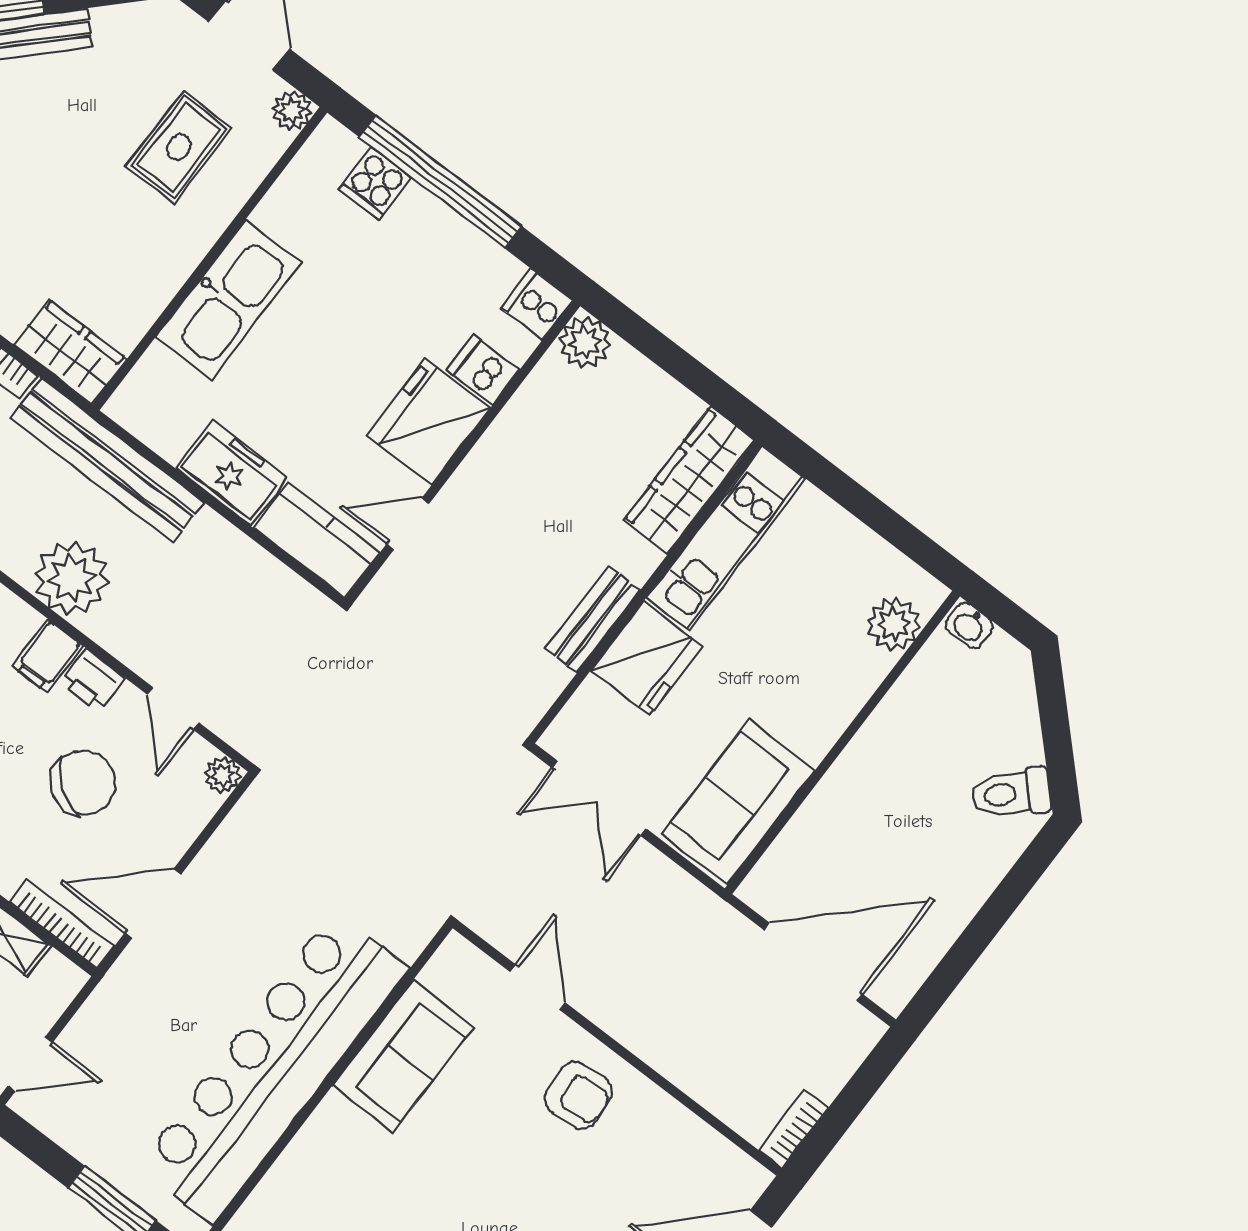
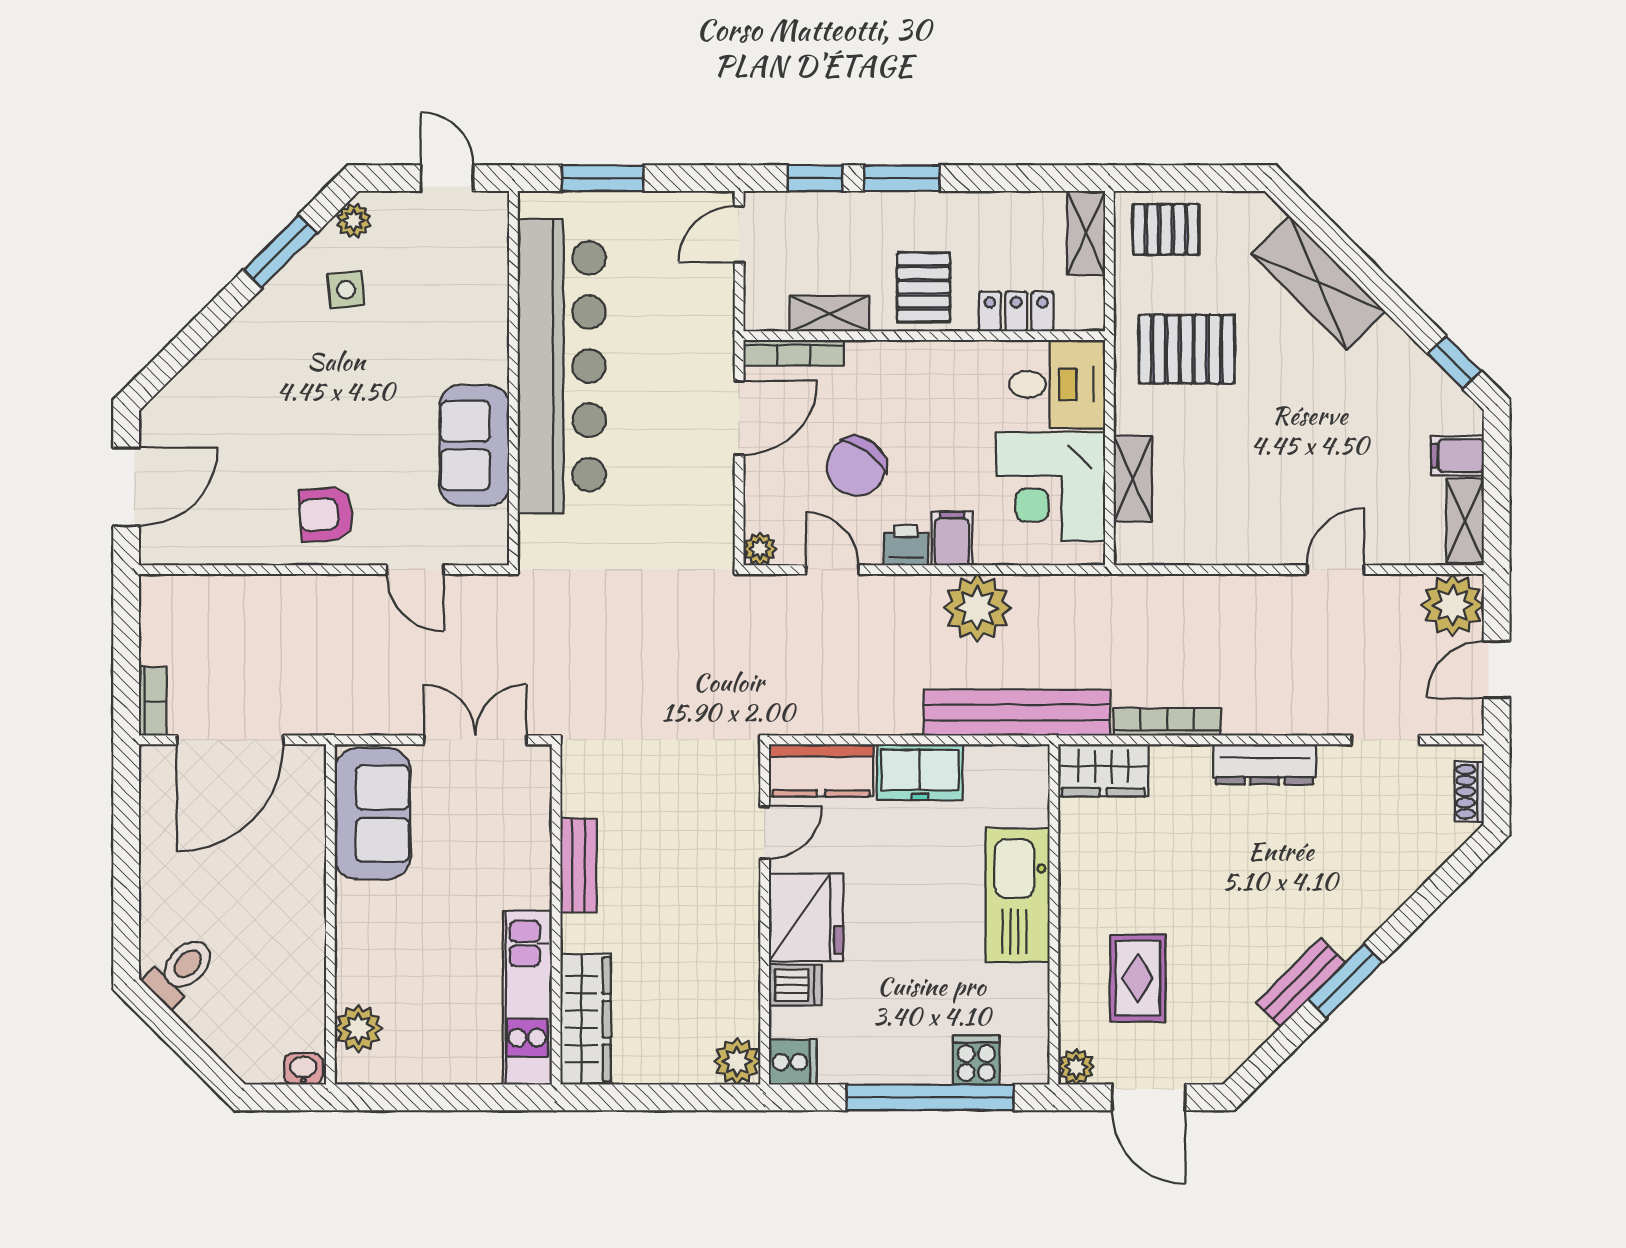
fridge: (647, 658) -> (518, 867), removed
bookcase: (793, 1129) -> (153, 701), moved

